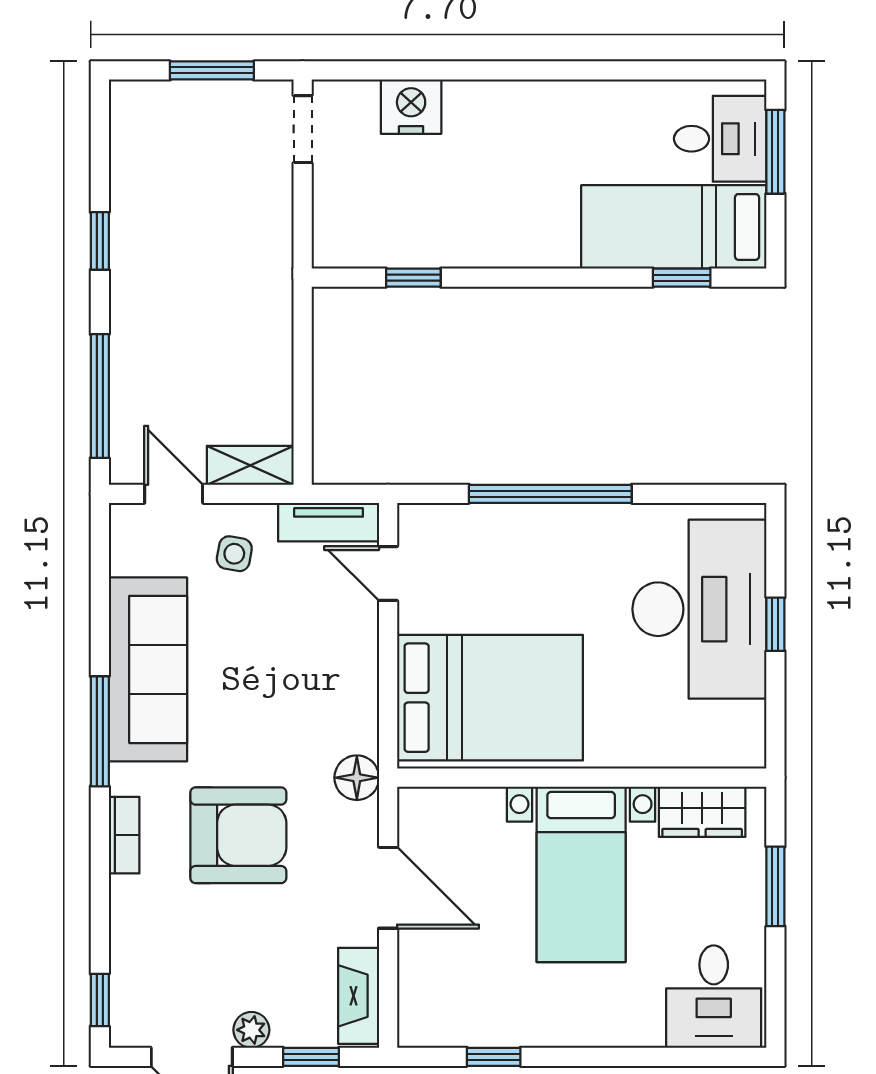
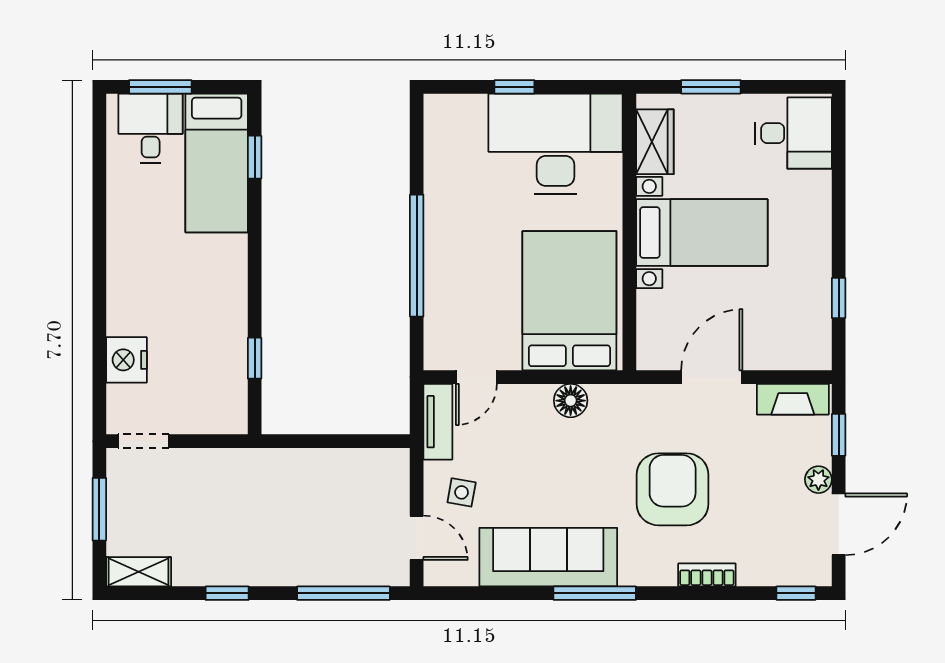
shelving: (250, 465) -> (139, 572), moved, turned 90
door: (174, 494) -> (417, 538), swing flipped
desk: (699, 609) -> (556, 144), moved
floor lamp: (357, 778) -> (571, 401), moved
bookcase: (124, 835) -> (707, 575), moved

